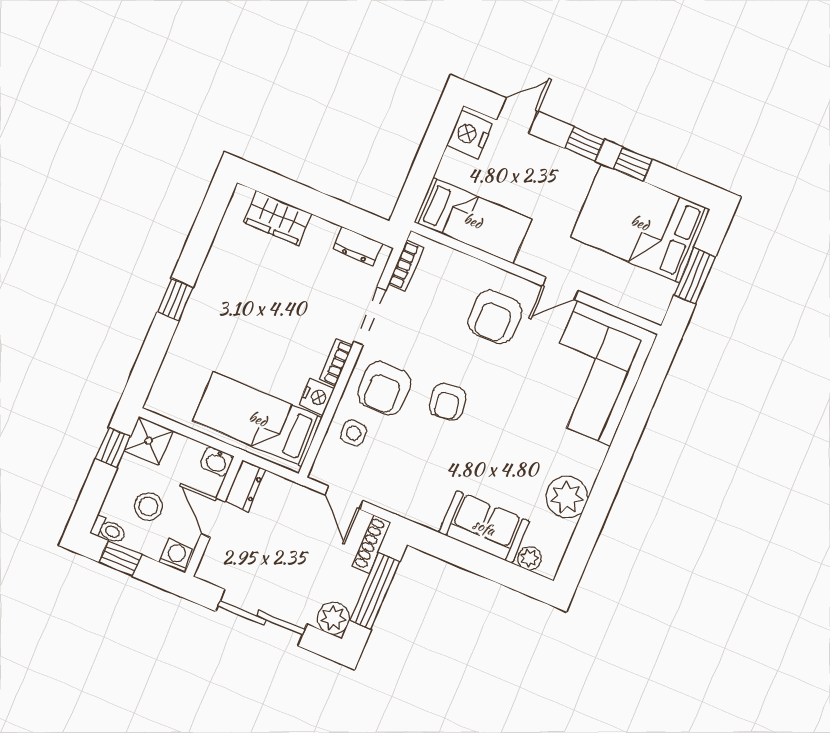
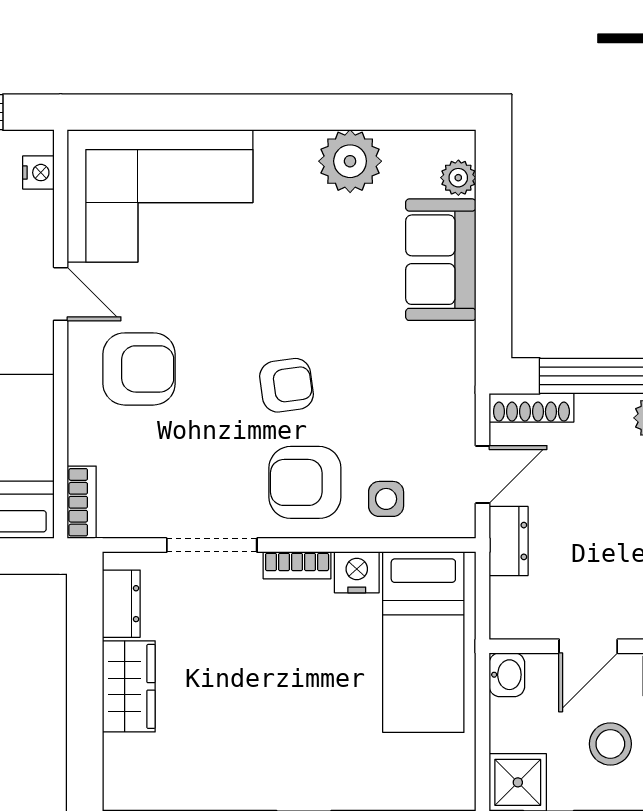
wardrobe: (277, 218) -> (129, 686), moved
bookcase: (406, 266) -> (82, 502), moved, turned 90
nightstand: (639, 306) -> (38, 173), added
armchair: (384, 388) -> (305, 482), turned 180
dresser: (245, 486) -> (509, 541), moved, turned 90

